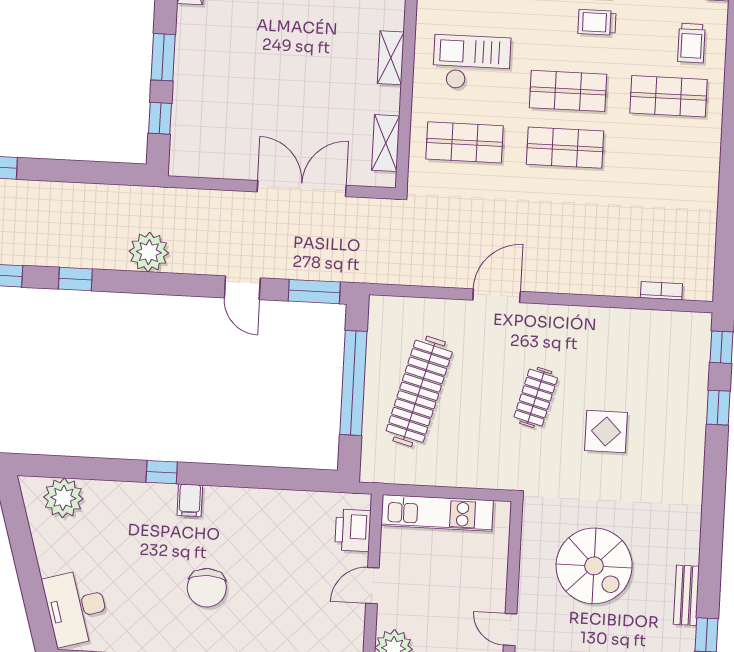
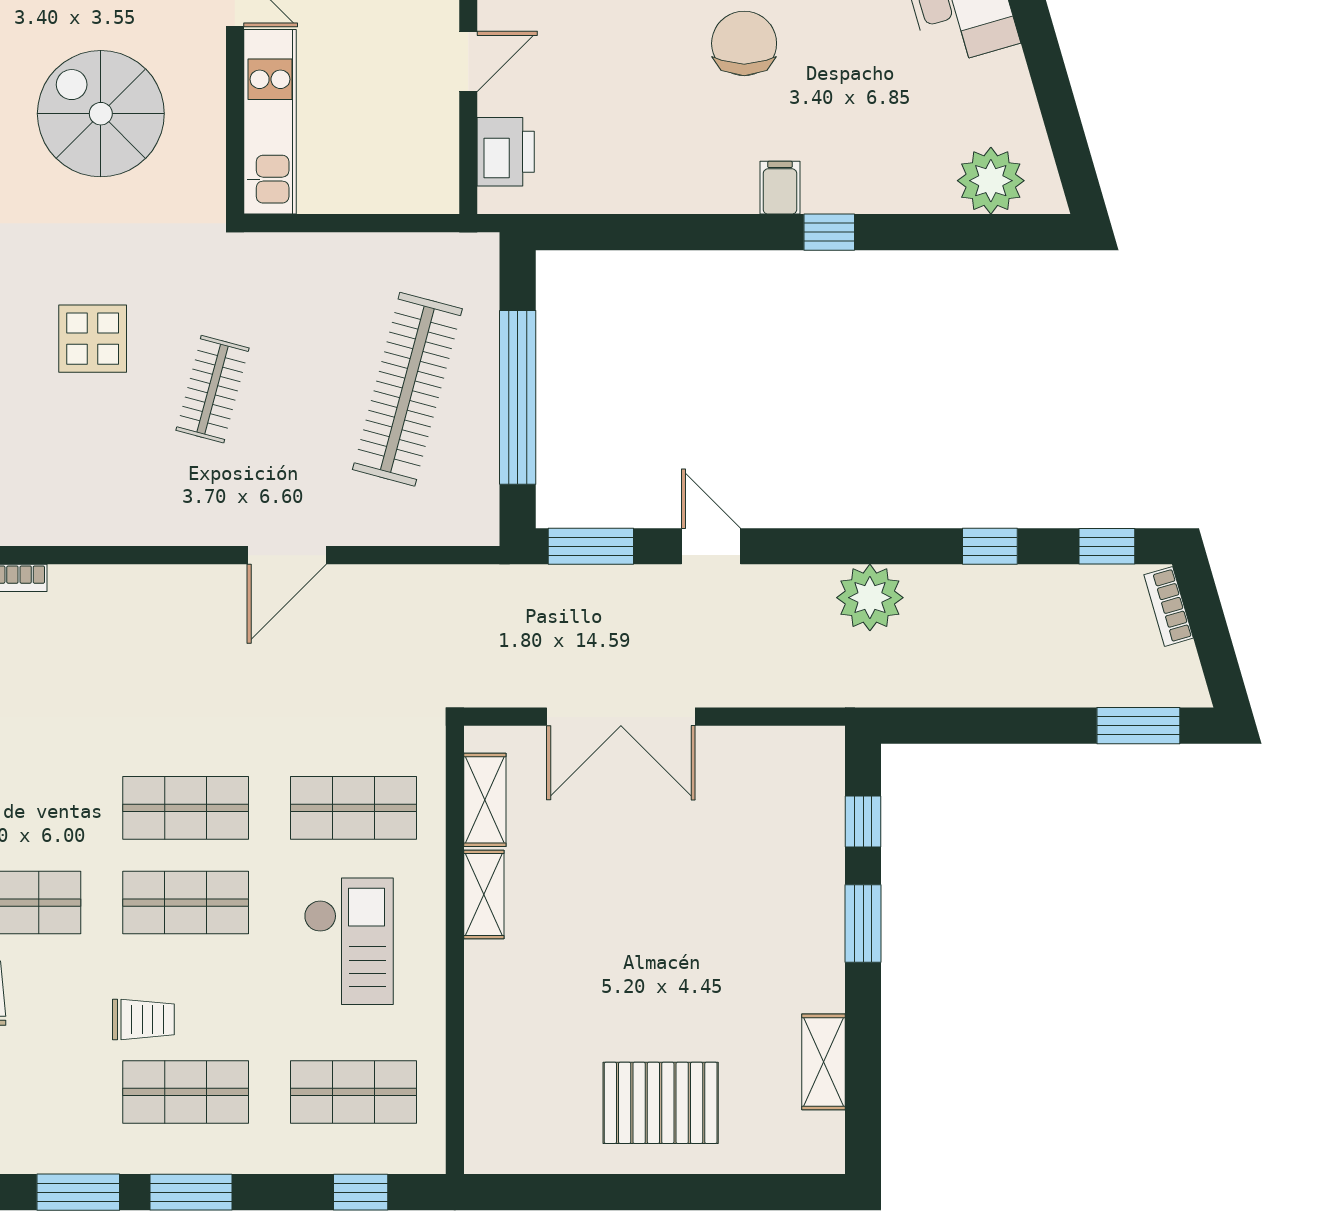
shelving: (391, 58) -> (484, 895), moved
checkout: (472, 63) -> (349, 941), turned -90
kitchen unit: (437, 513) -> (270, 122), moved, turned 90

